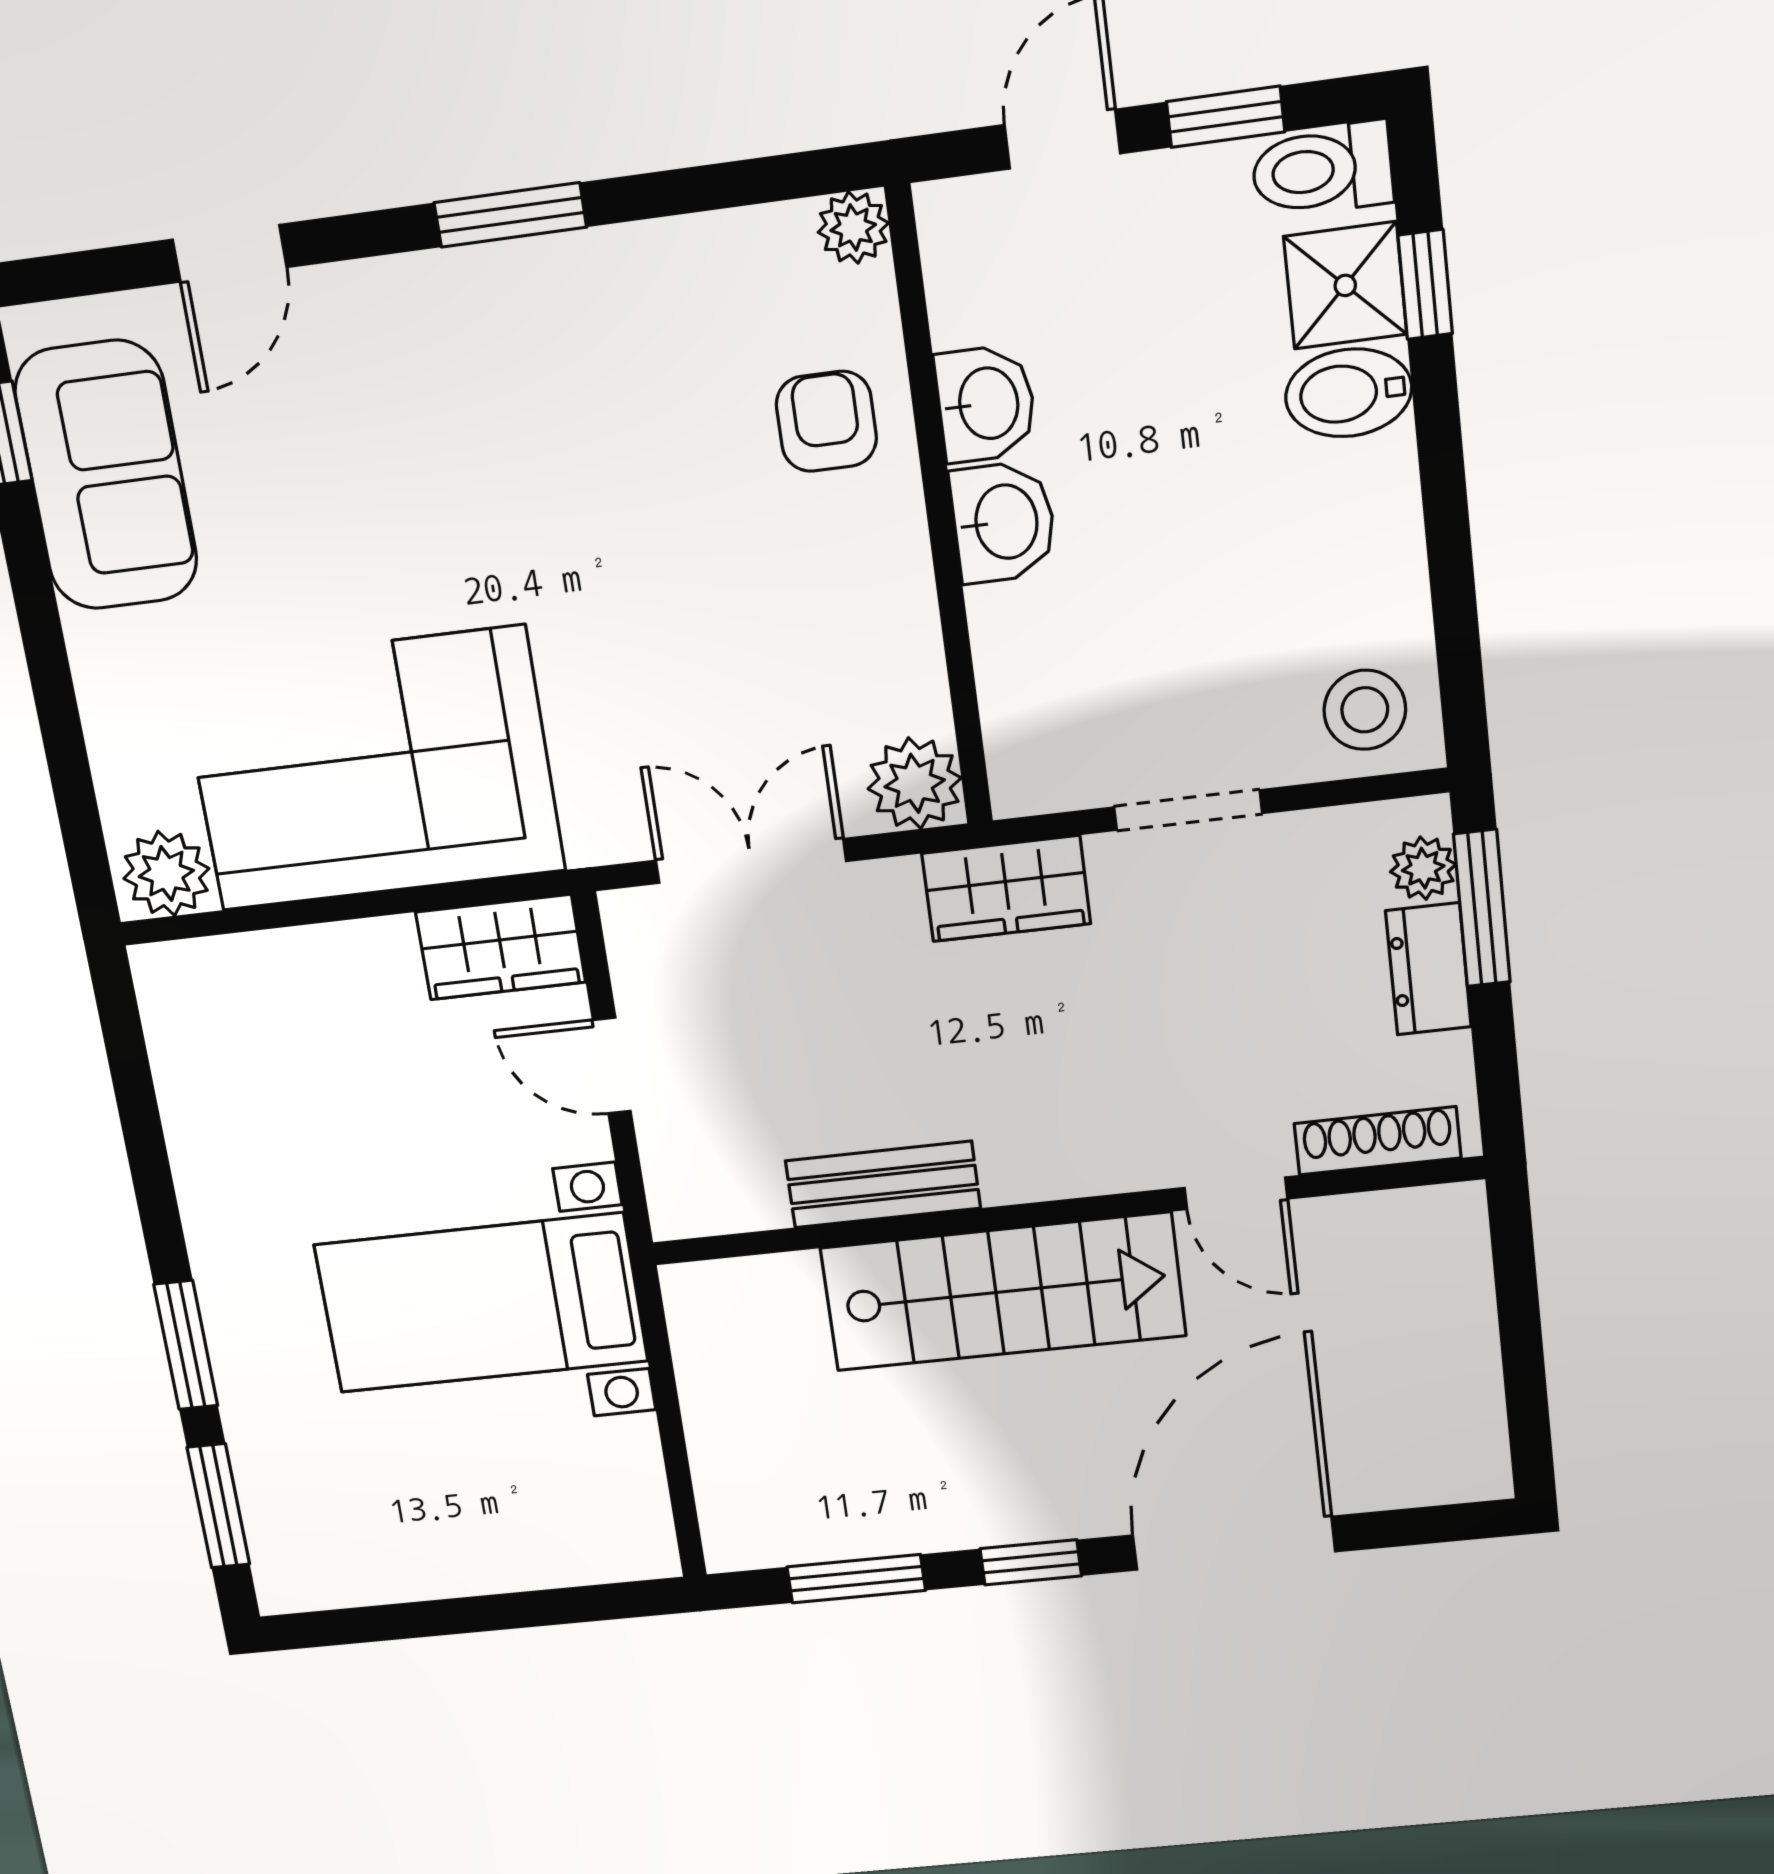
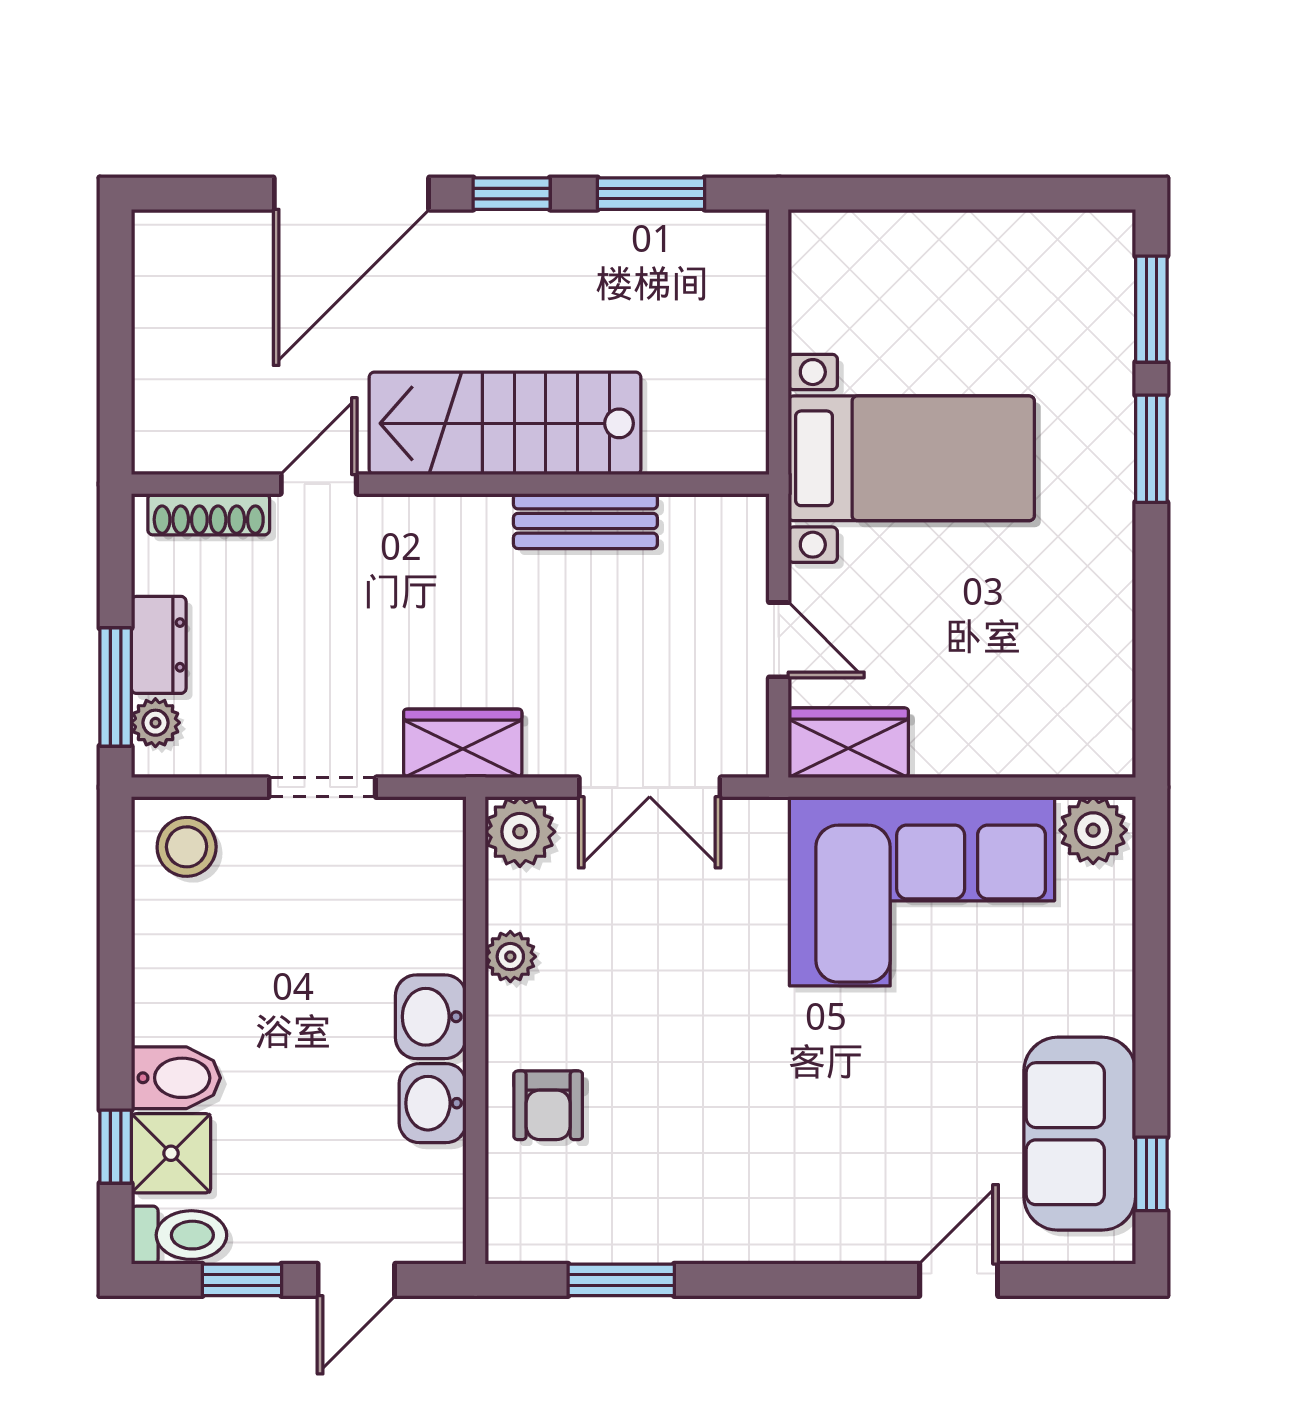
window: (510, 215) -> (621, 1280), moved
plant: (853, 228) -> (510, 957), moved
door: (1236, 1193) -> (319, 484), hinge flipped

